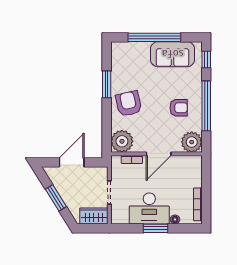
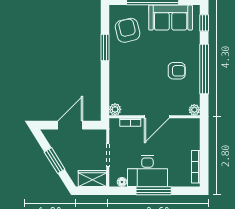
armchair: (129, 104) -> (128, 30), moved
plant: (122, 141) -> (115, 109), width x0.53, depth x0.53
plant: (192, 142) -> (194, 110), width x0.53, depth x0.53
floor lamp: (175, 219) -> (122, 182), moved
window: (156, 228) -> (154, 191), width x1.44

